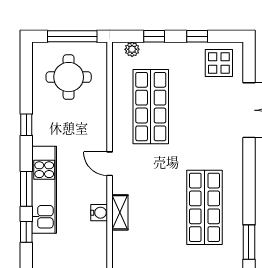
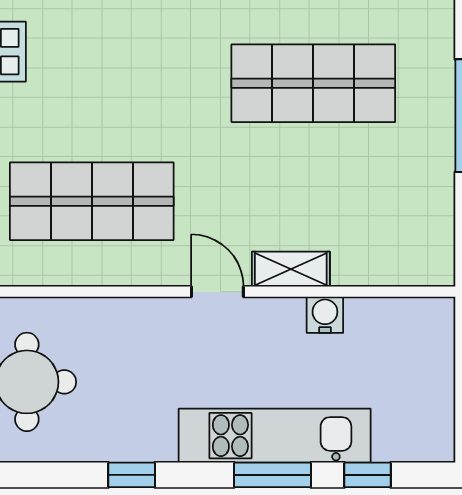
door: (110, 164) -> (217, 292), swing flipped
shelving: (120, 212) -> (291, 269), moved

